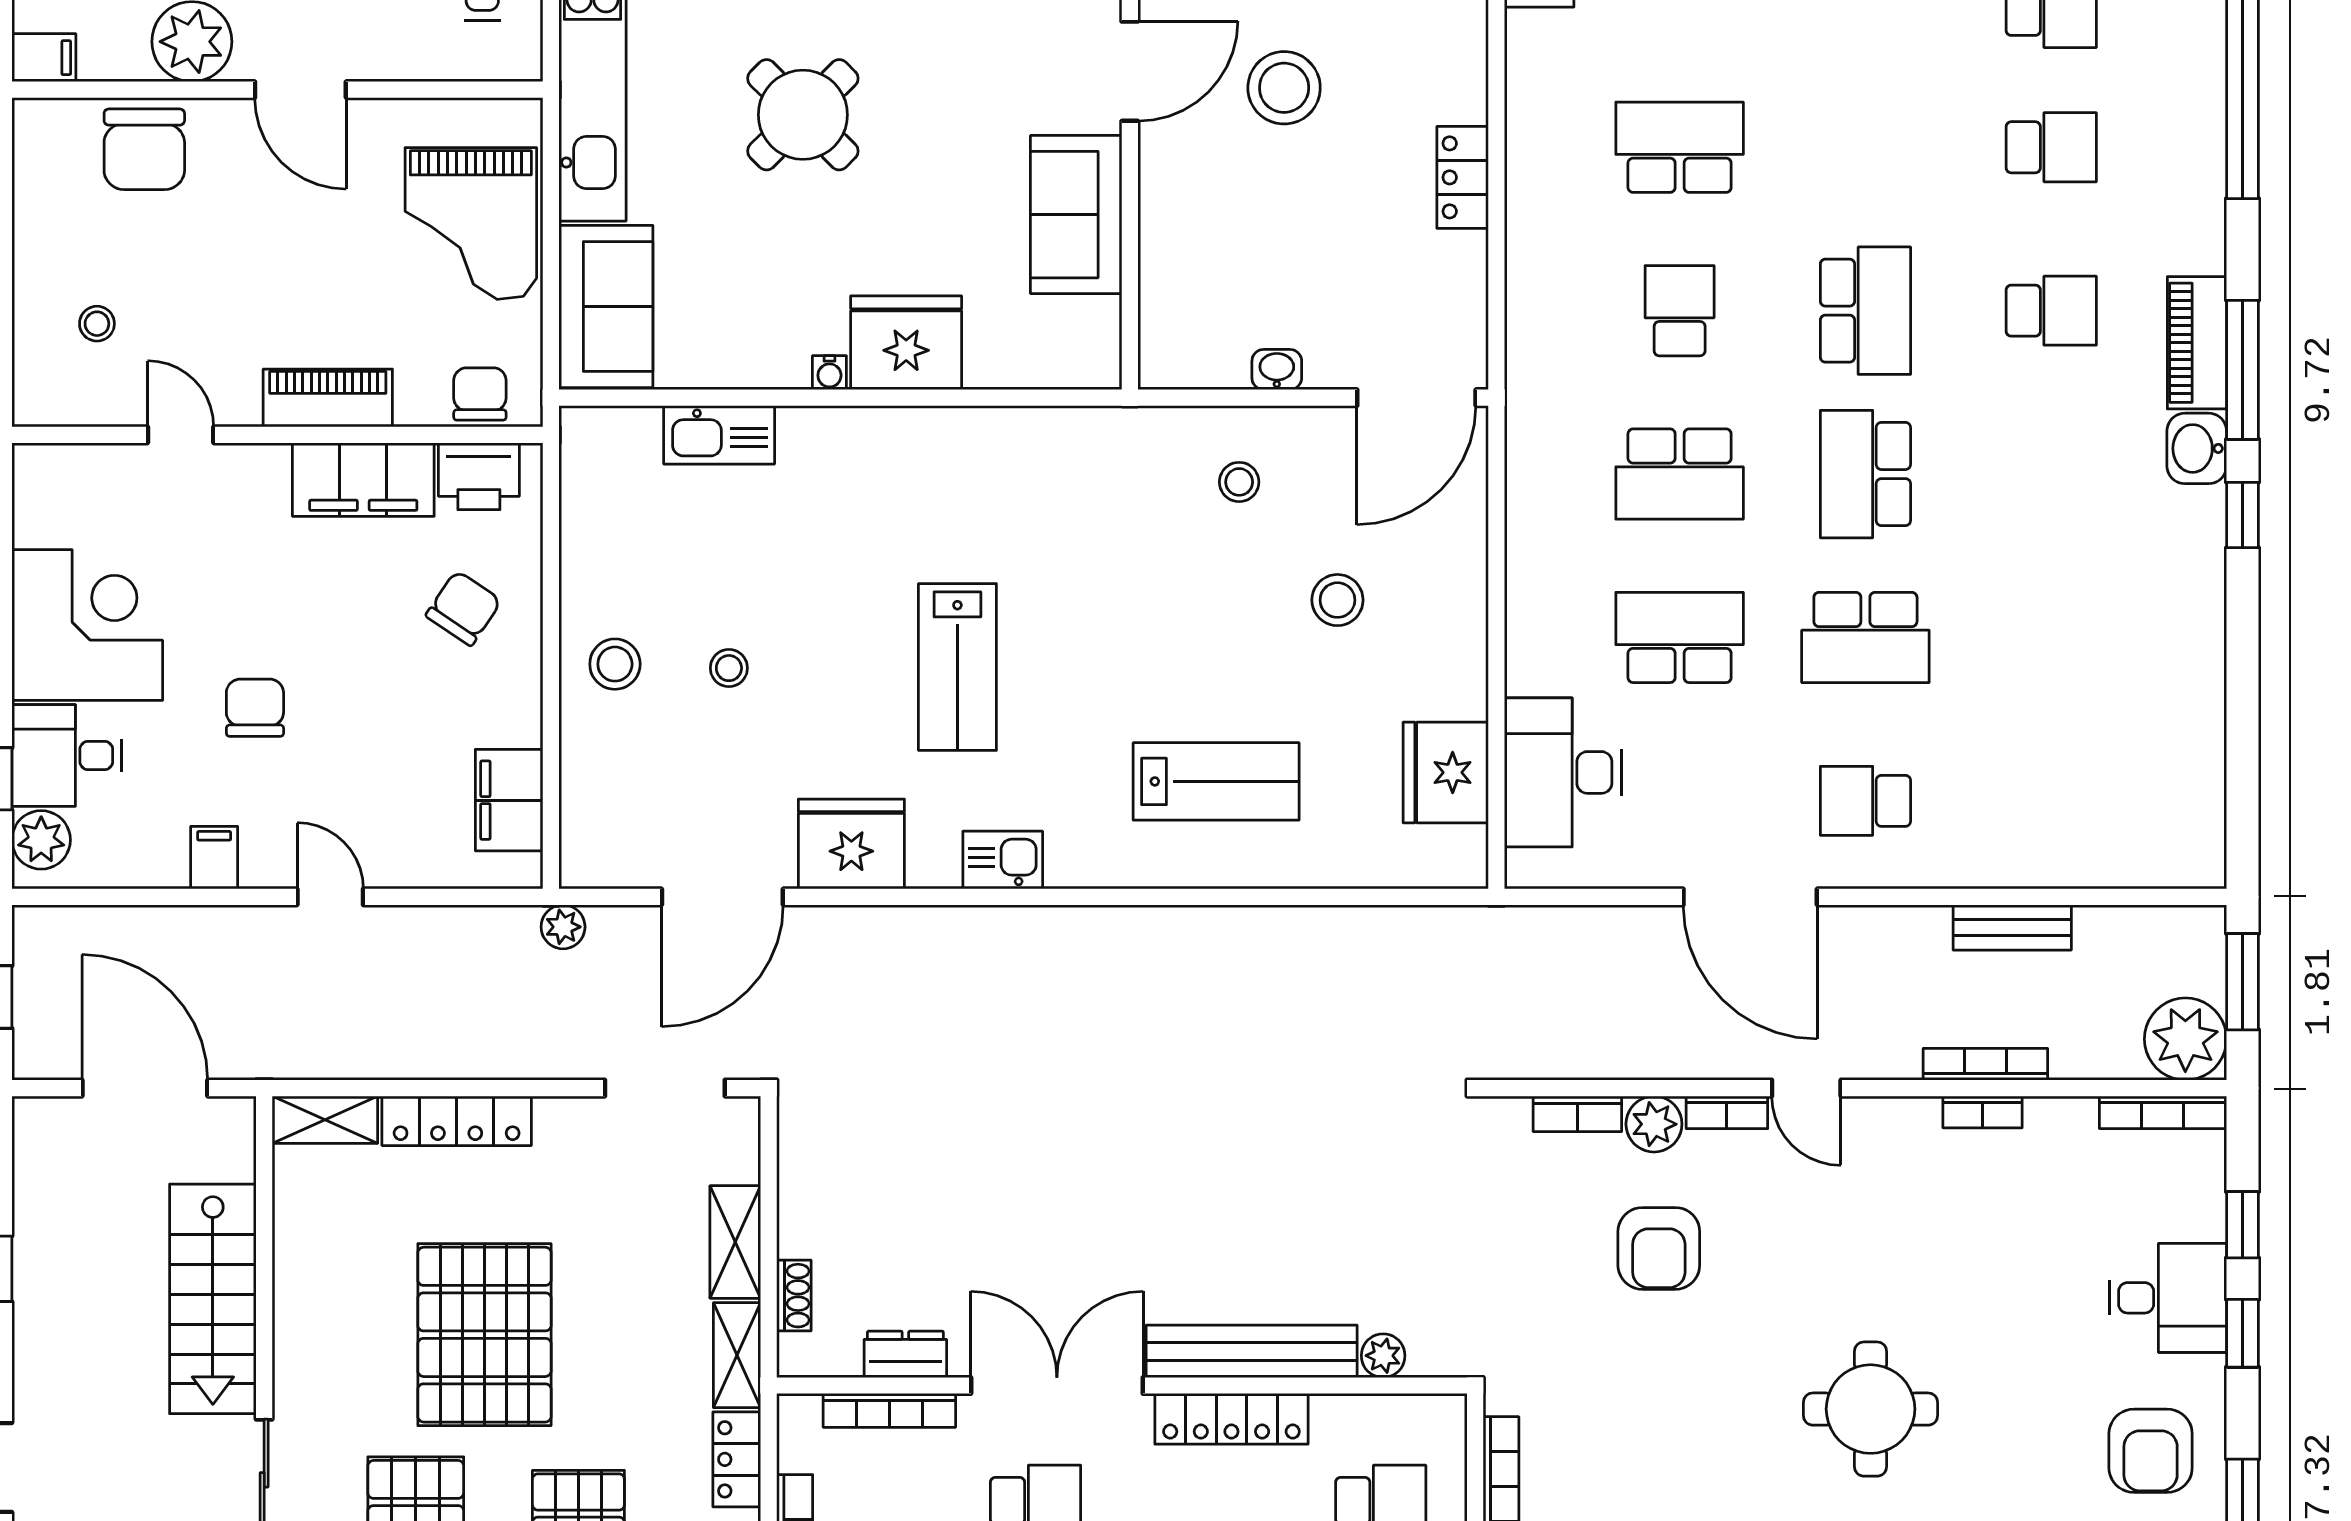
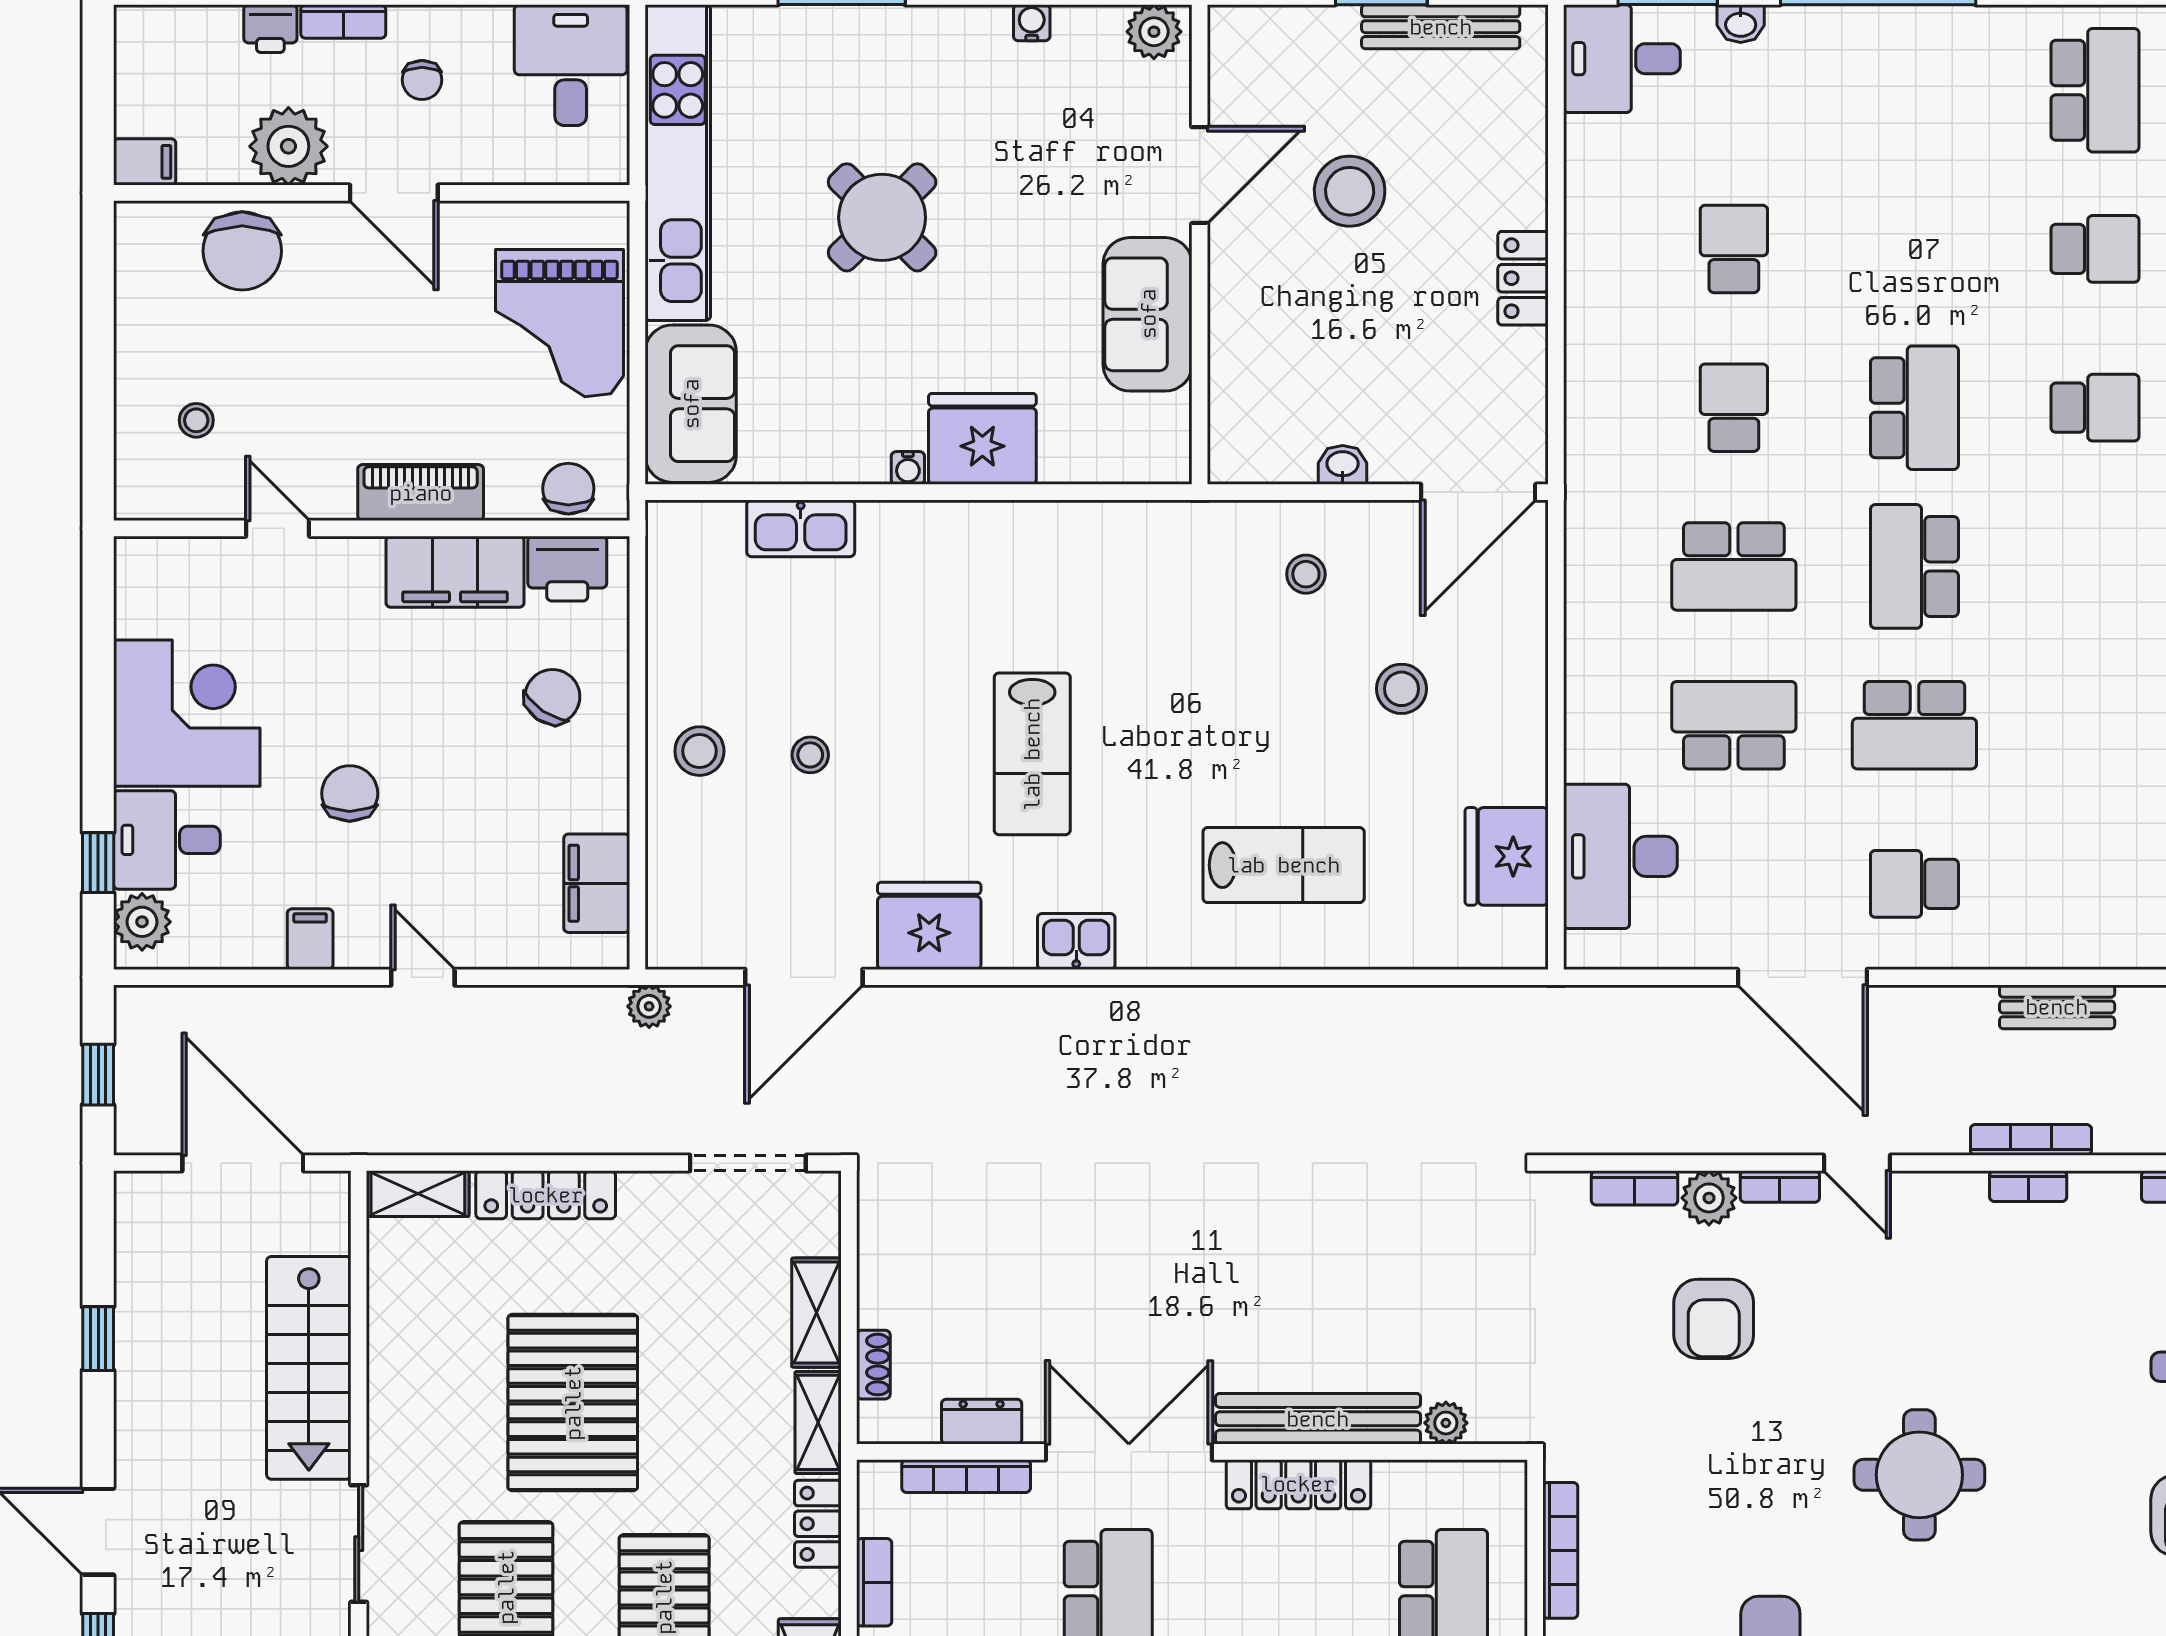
school desk: (1680, 147) -> (1734, 249), width x0.54

